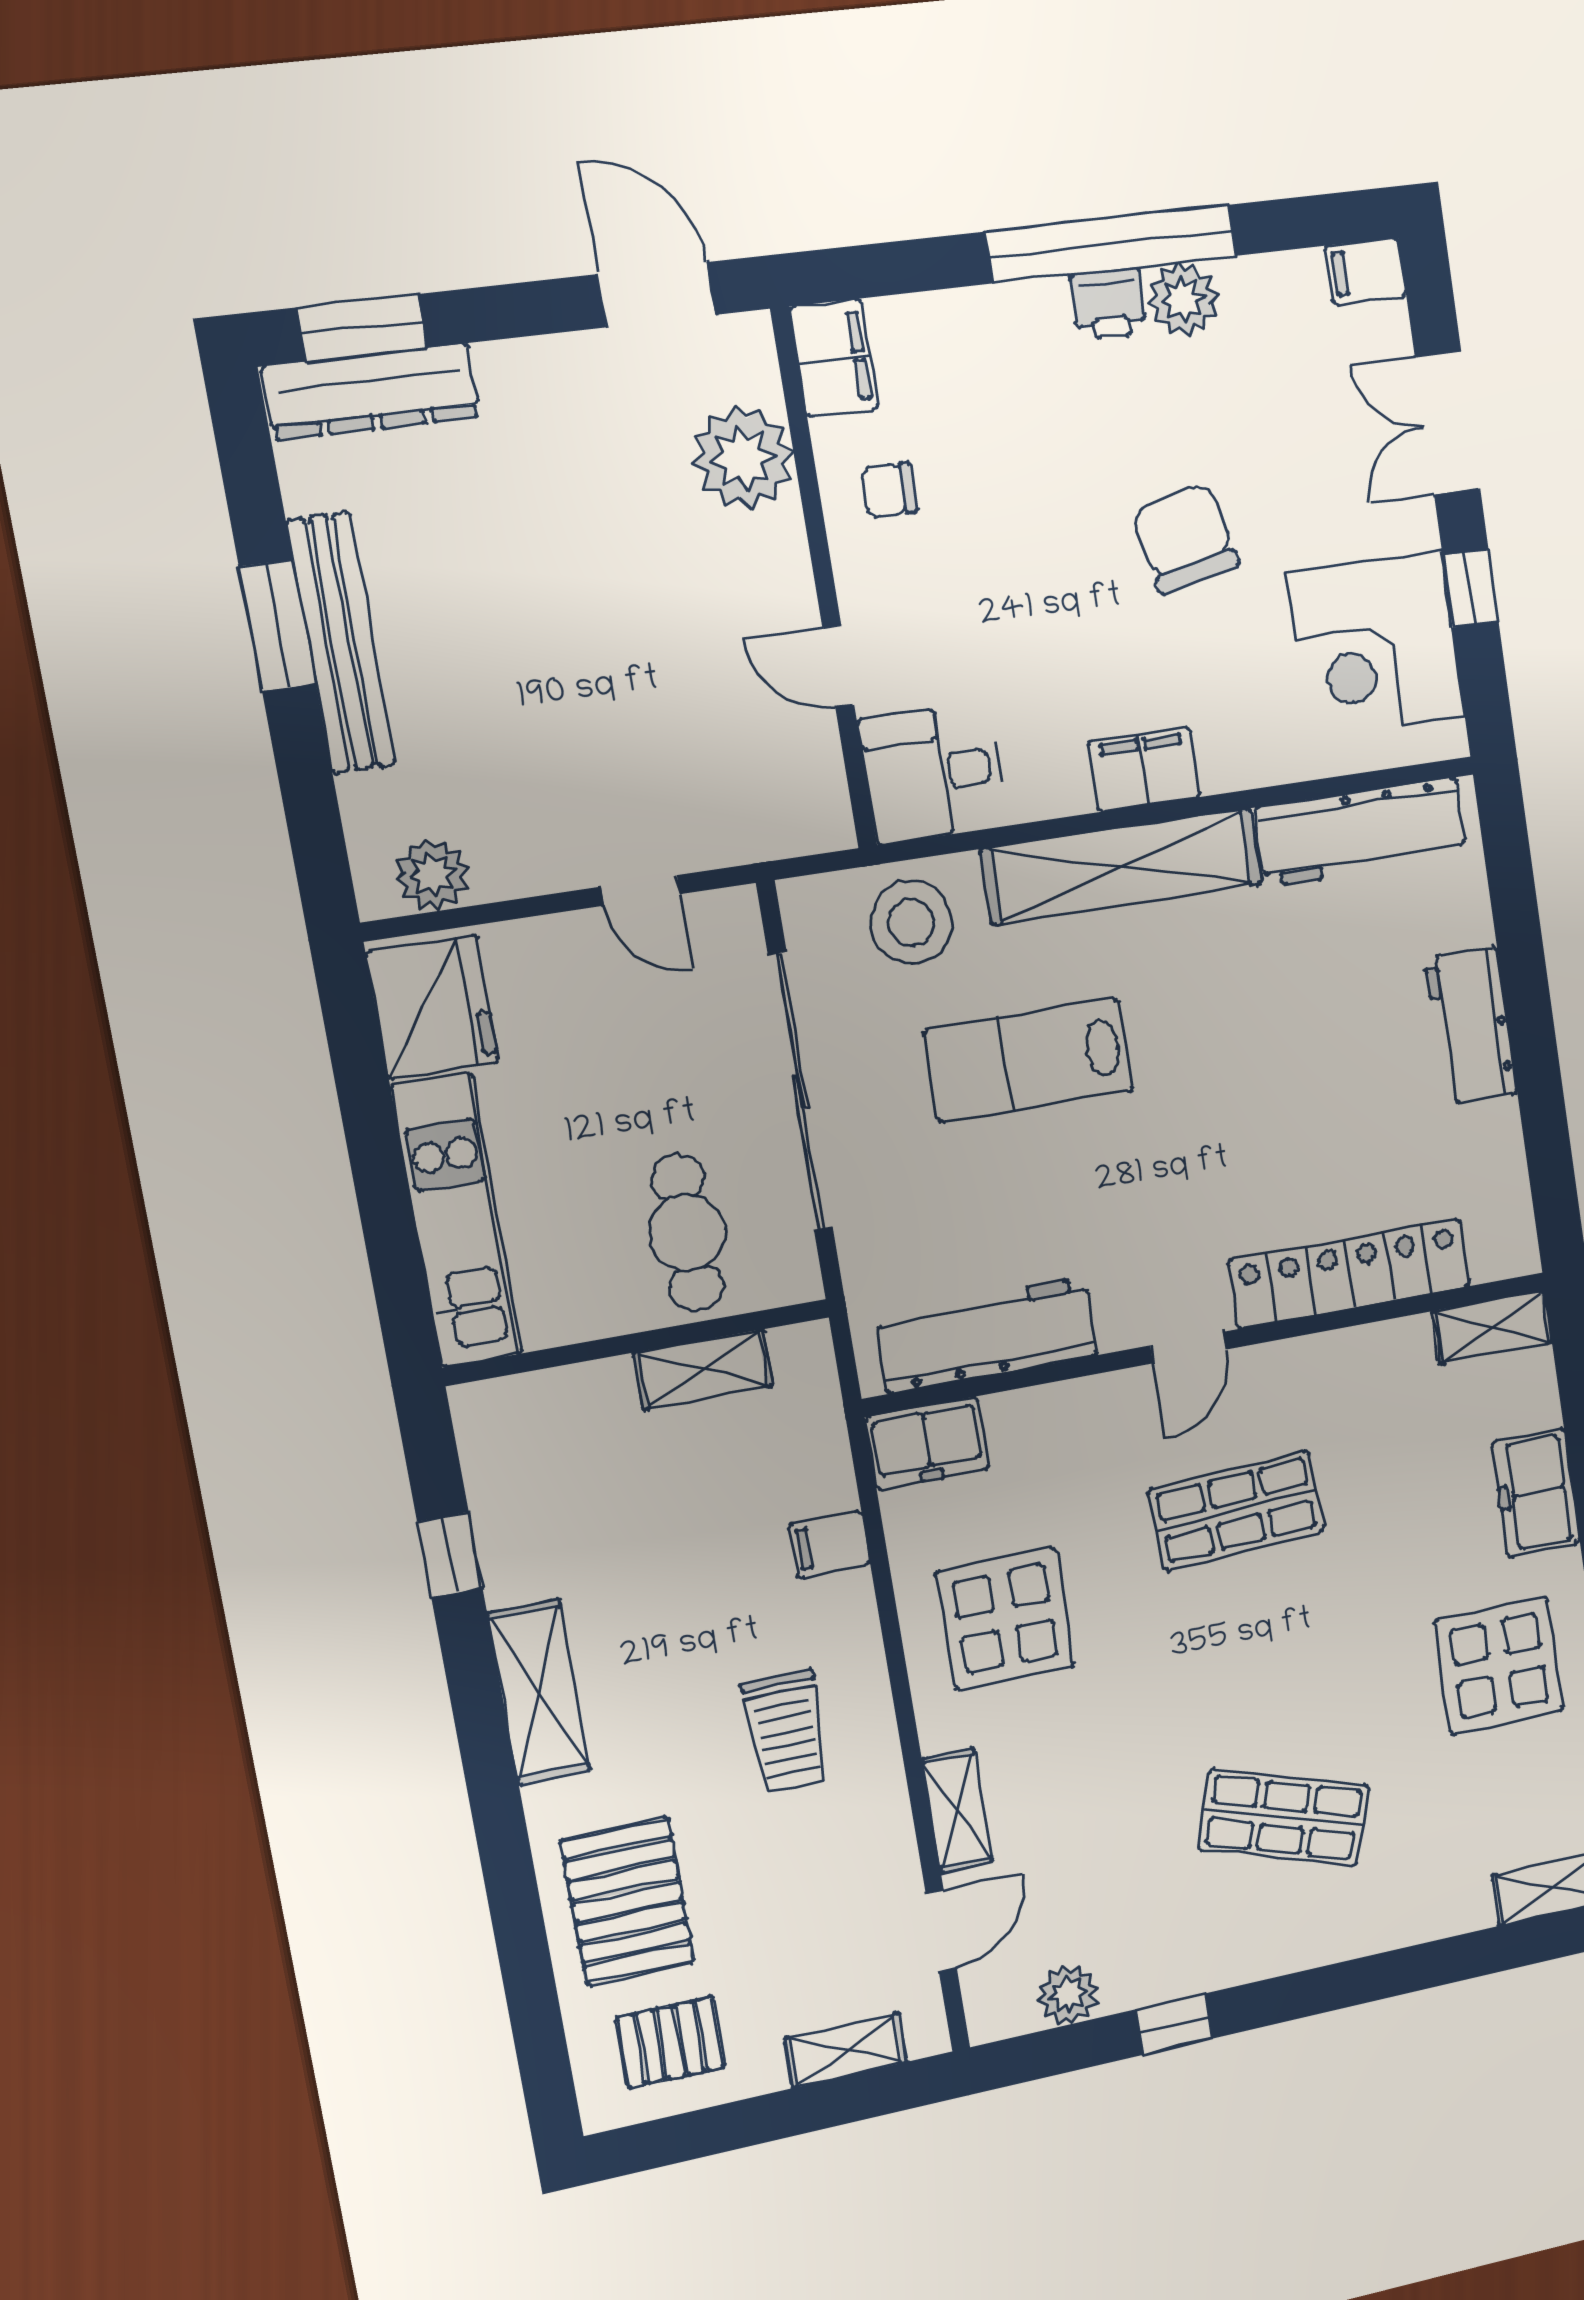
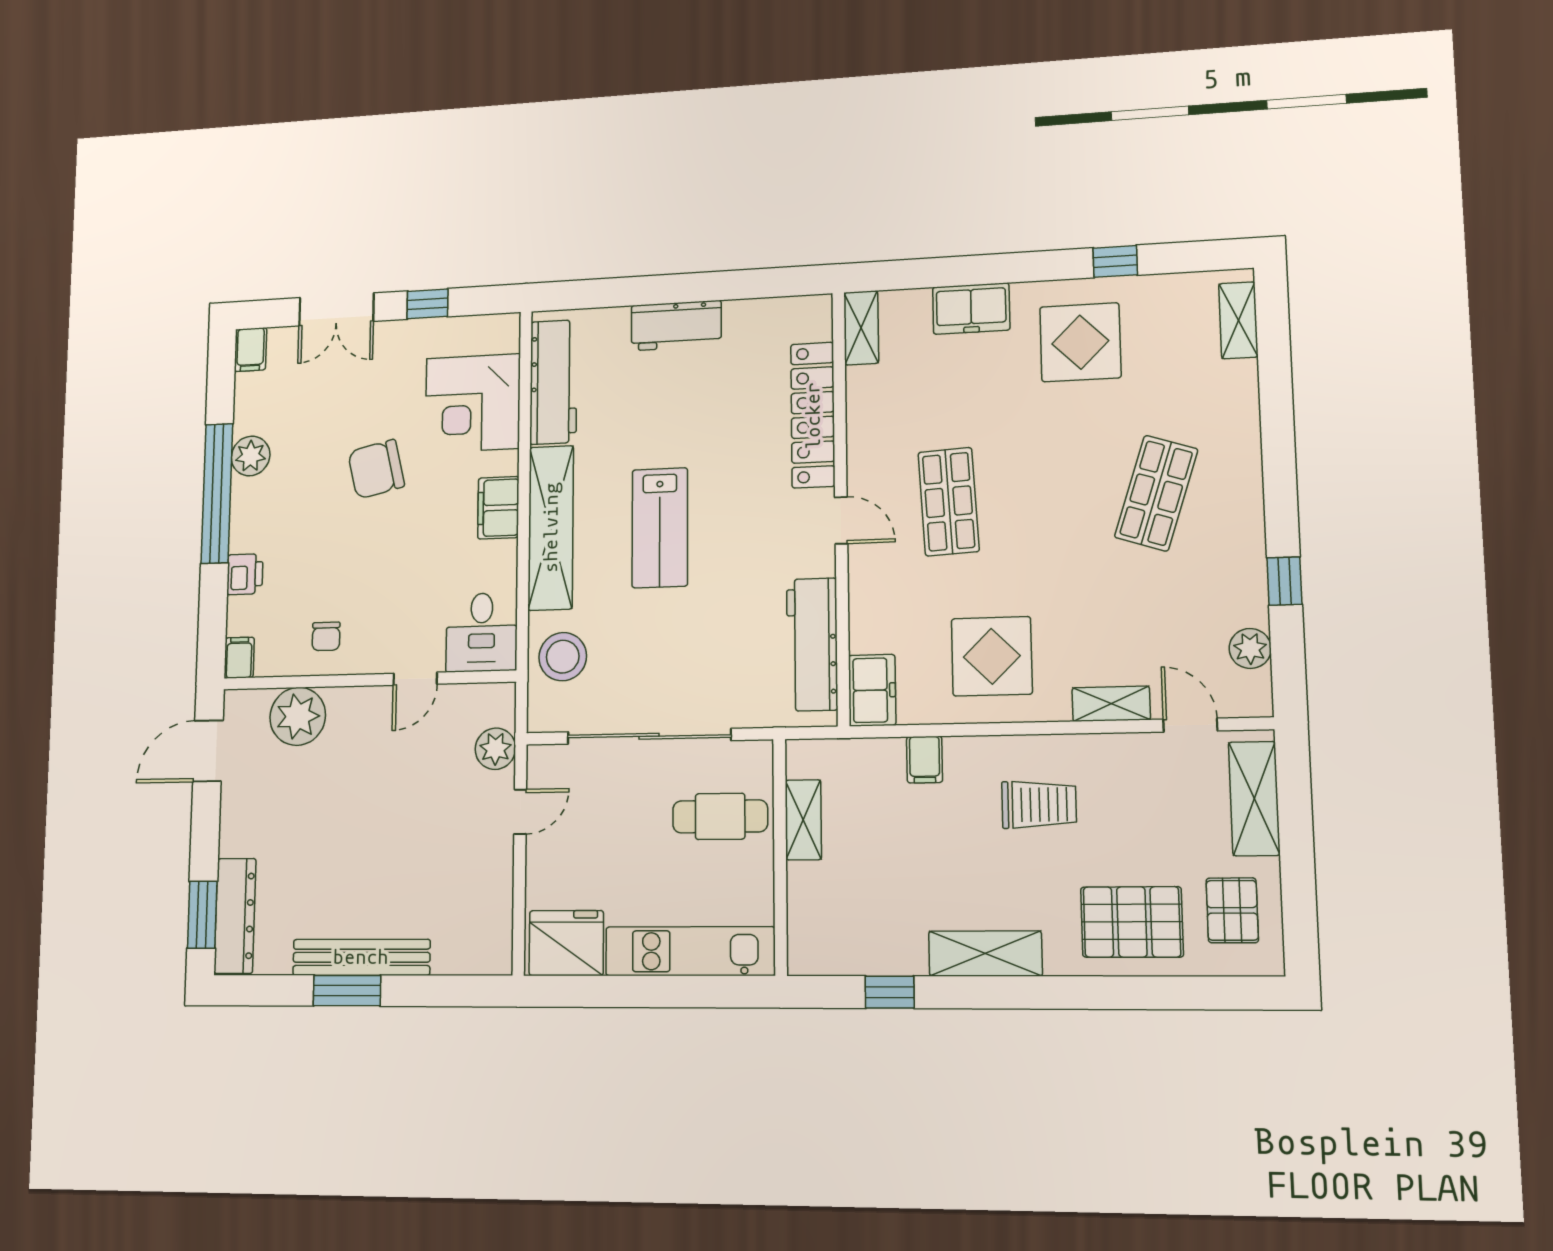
printer: (1109, 304) -> (245, 574), moved
filing cabinet: (834, 358) -> (239, 658), width x0.50
corner desk: (1376, 645) -> (473, 403), moved, turned 90
plant: (432, 875) -> (495, 749), moved
lab bench: (1029, 1060) -> (660, 528), moved
shelving: (846, 2050) -> (1254, 799), width x1.50, depth x1.33

